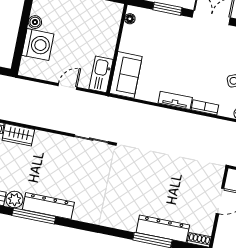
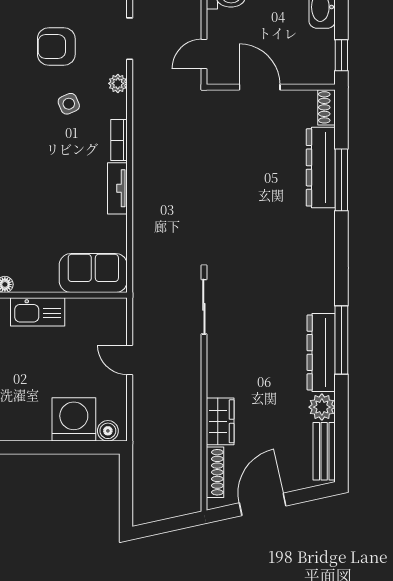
boiler: (35, 22) -> (108, 431), moved
kitchen sink: (101, 74) -> (38, 312), moved
window: (34, 216) -> (341, 340), moved

